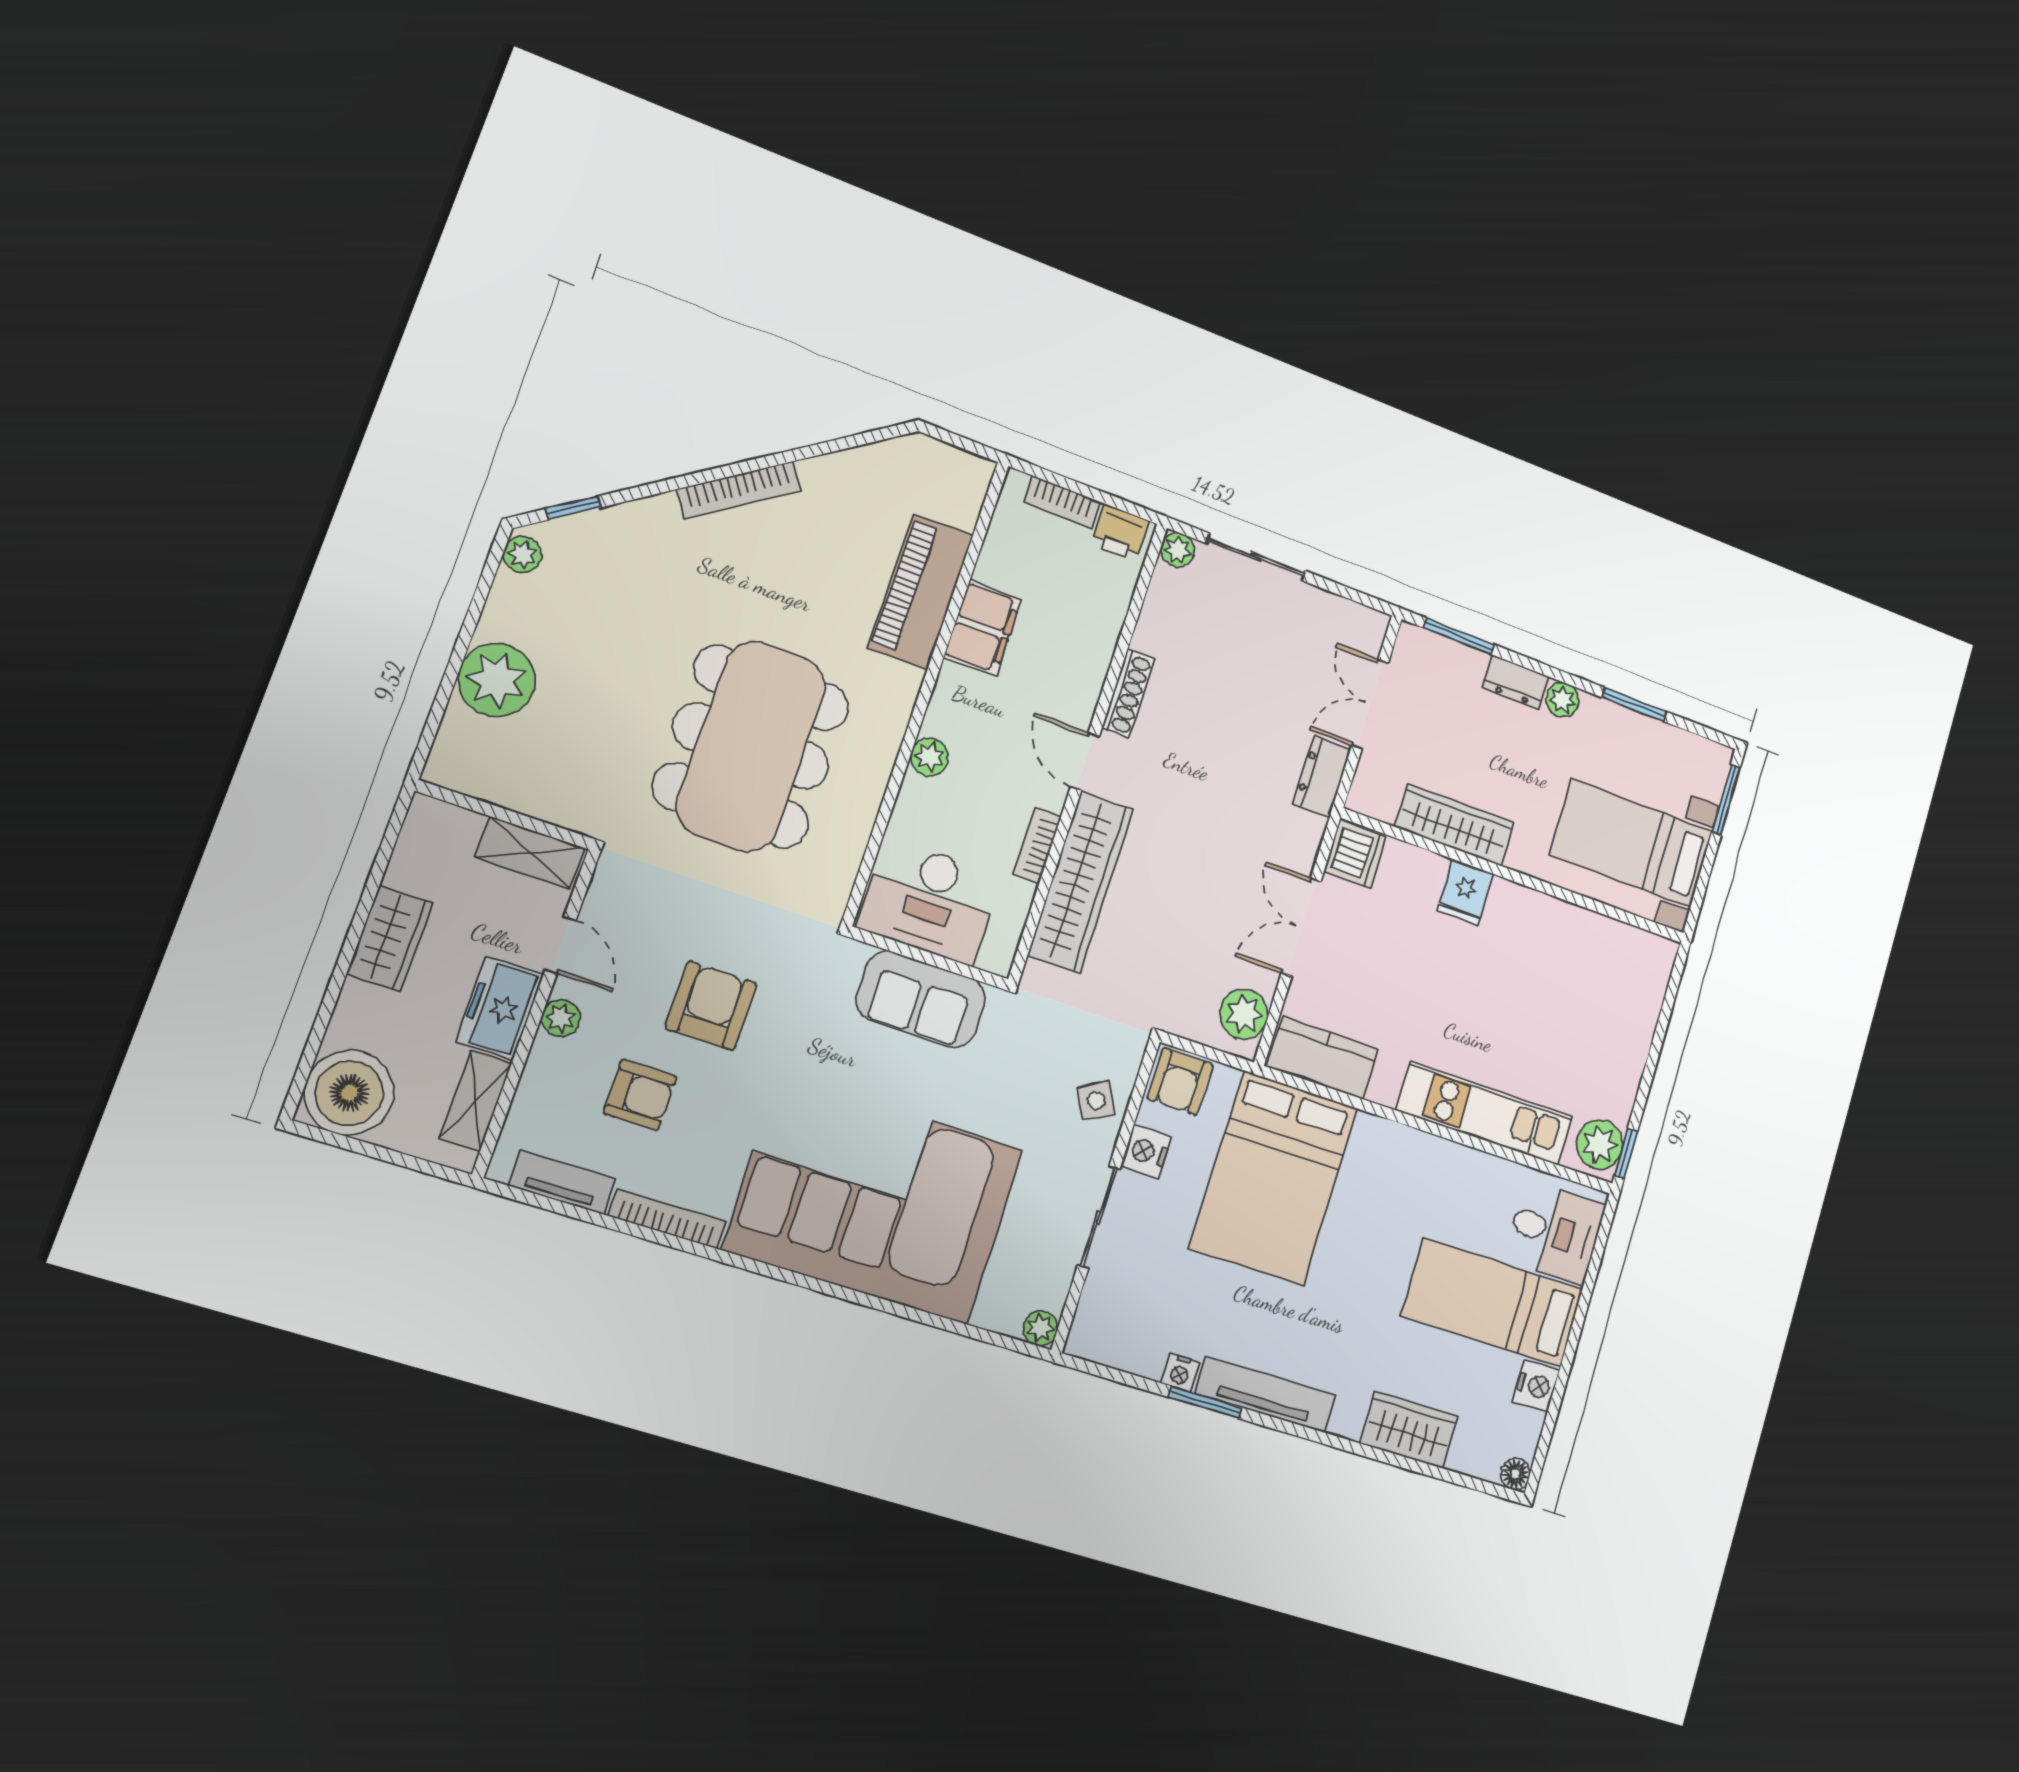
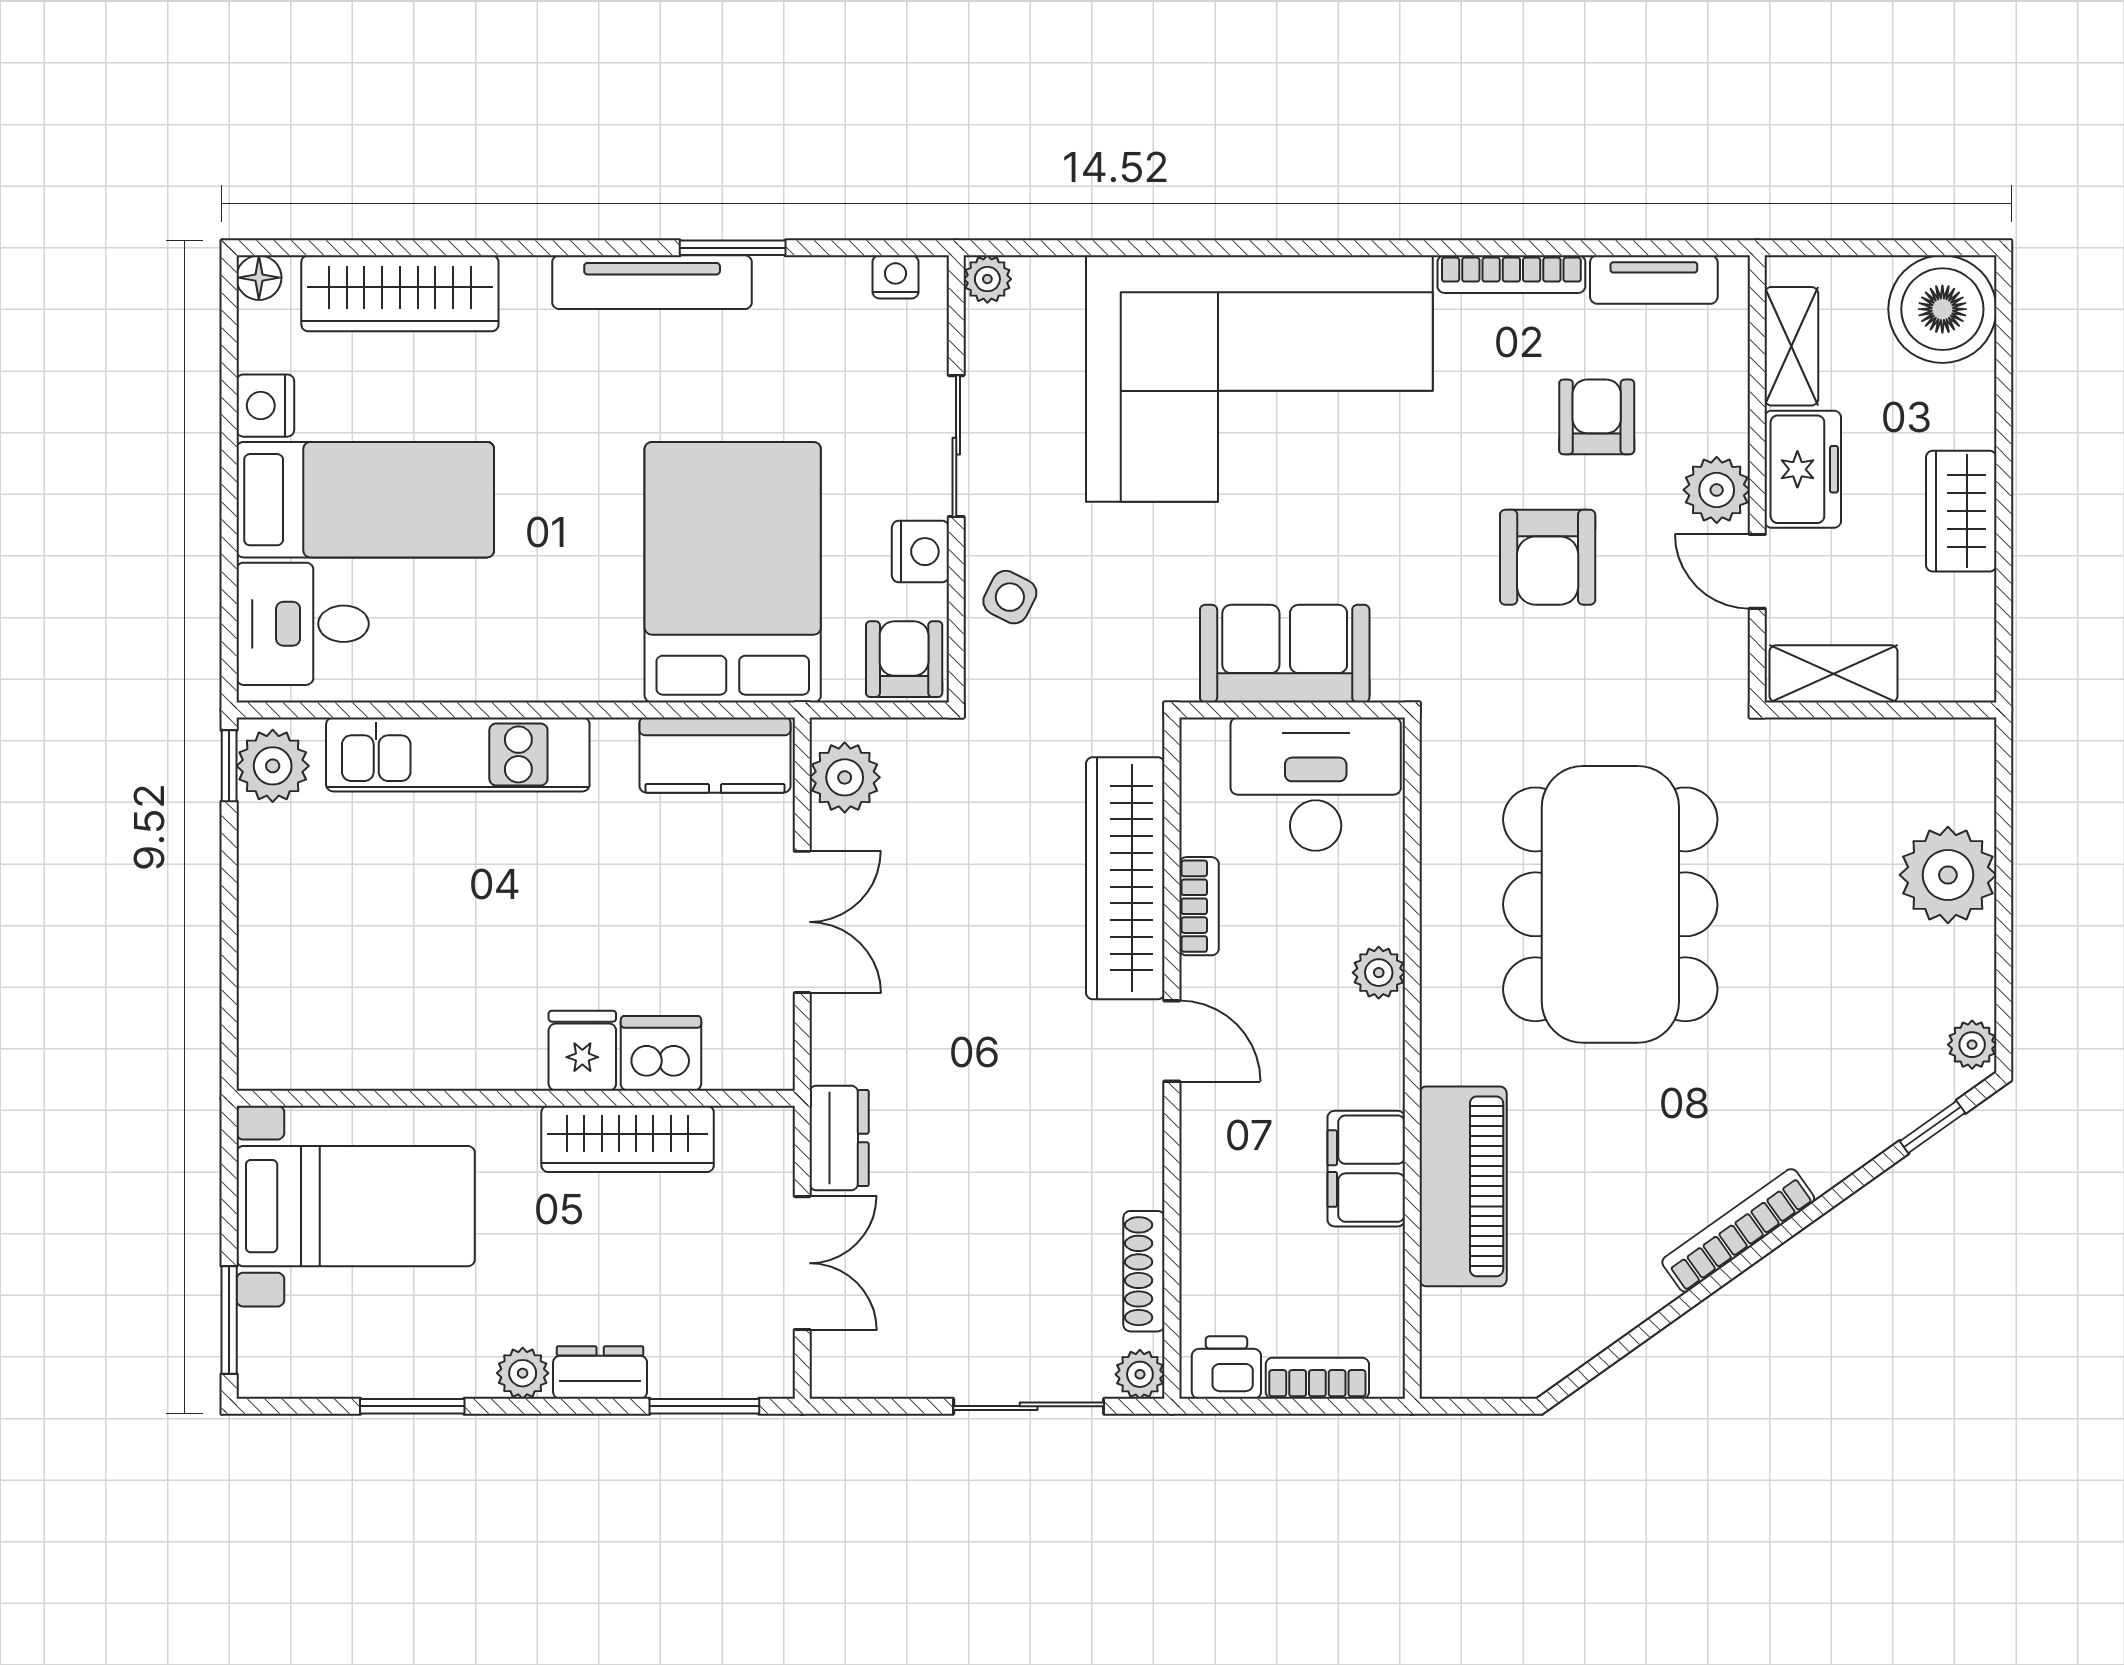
shoe rack: (1128, 693) -> (1144, 1271), moved
dishwasher: (1355, 854) -> (661, 1053), moved, turned 90
plant: (561, 1018) -> (1717, 490), width x1.38, depth x1.38
armchair: (640, 1095) -> (1597, 417), turned 90
side table: (1096, 1101) -> (1010, 597), turned -34
nightstand: (1180, 1372) -> (896, 277), moved
wardrobe: (1409, 1430) -> (400, 293), width x1.50

